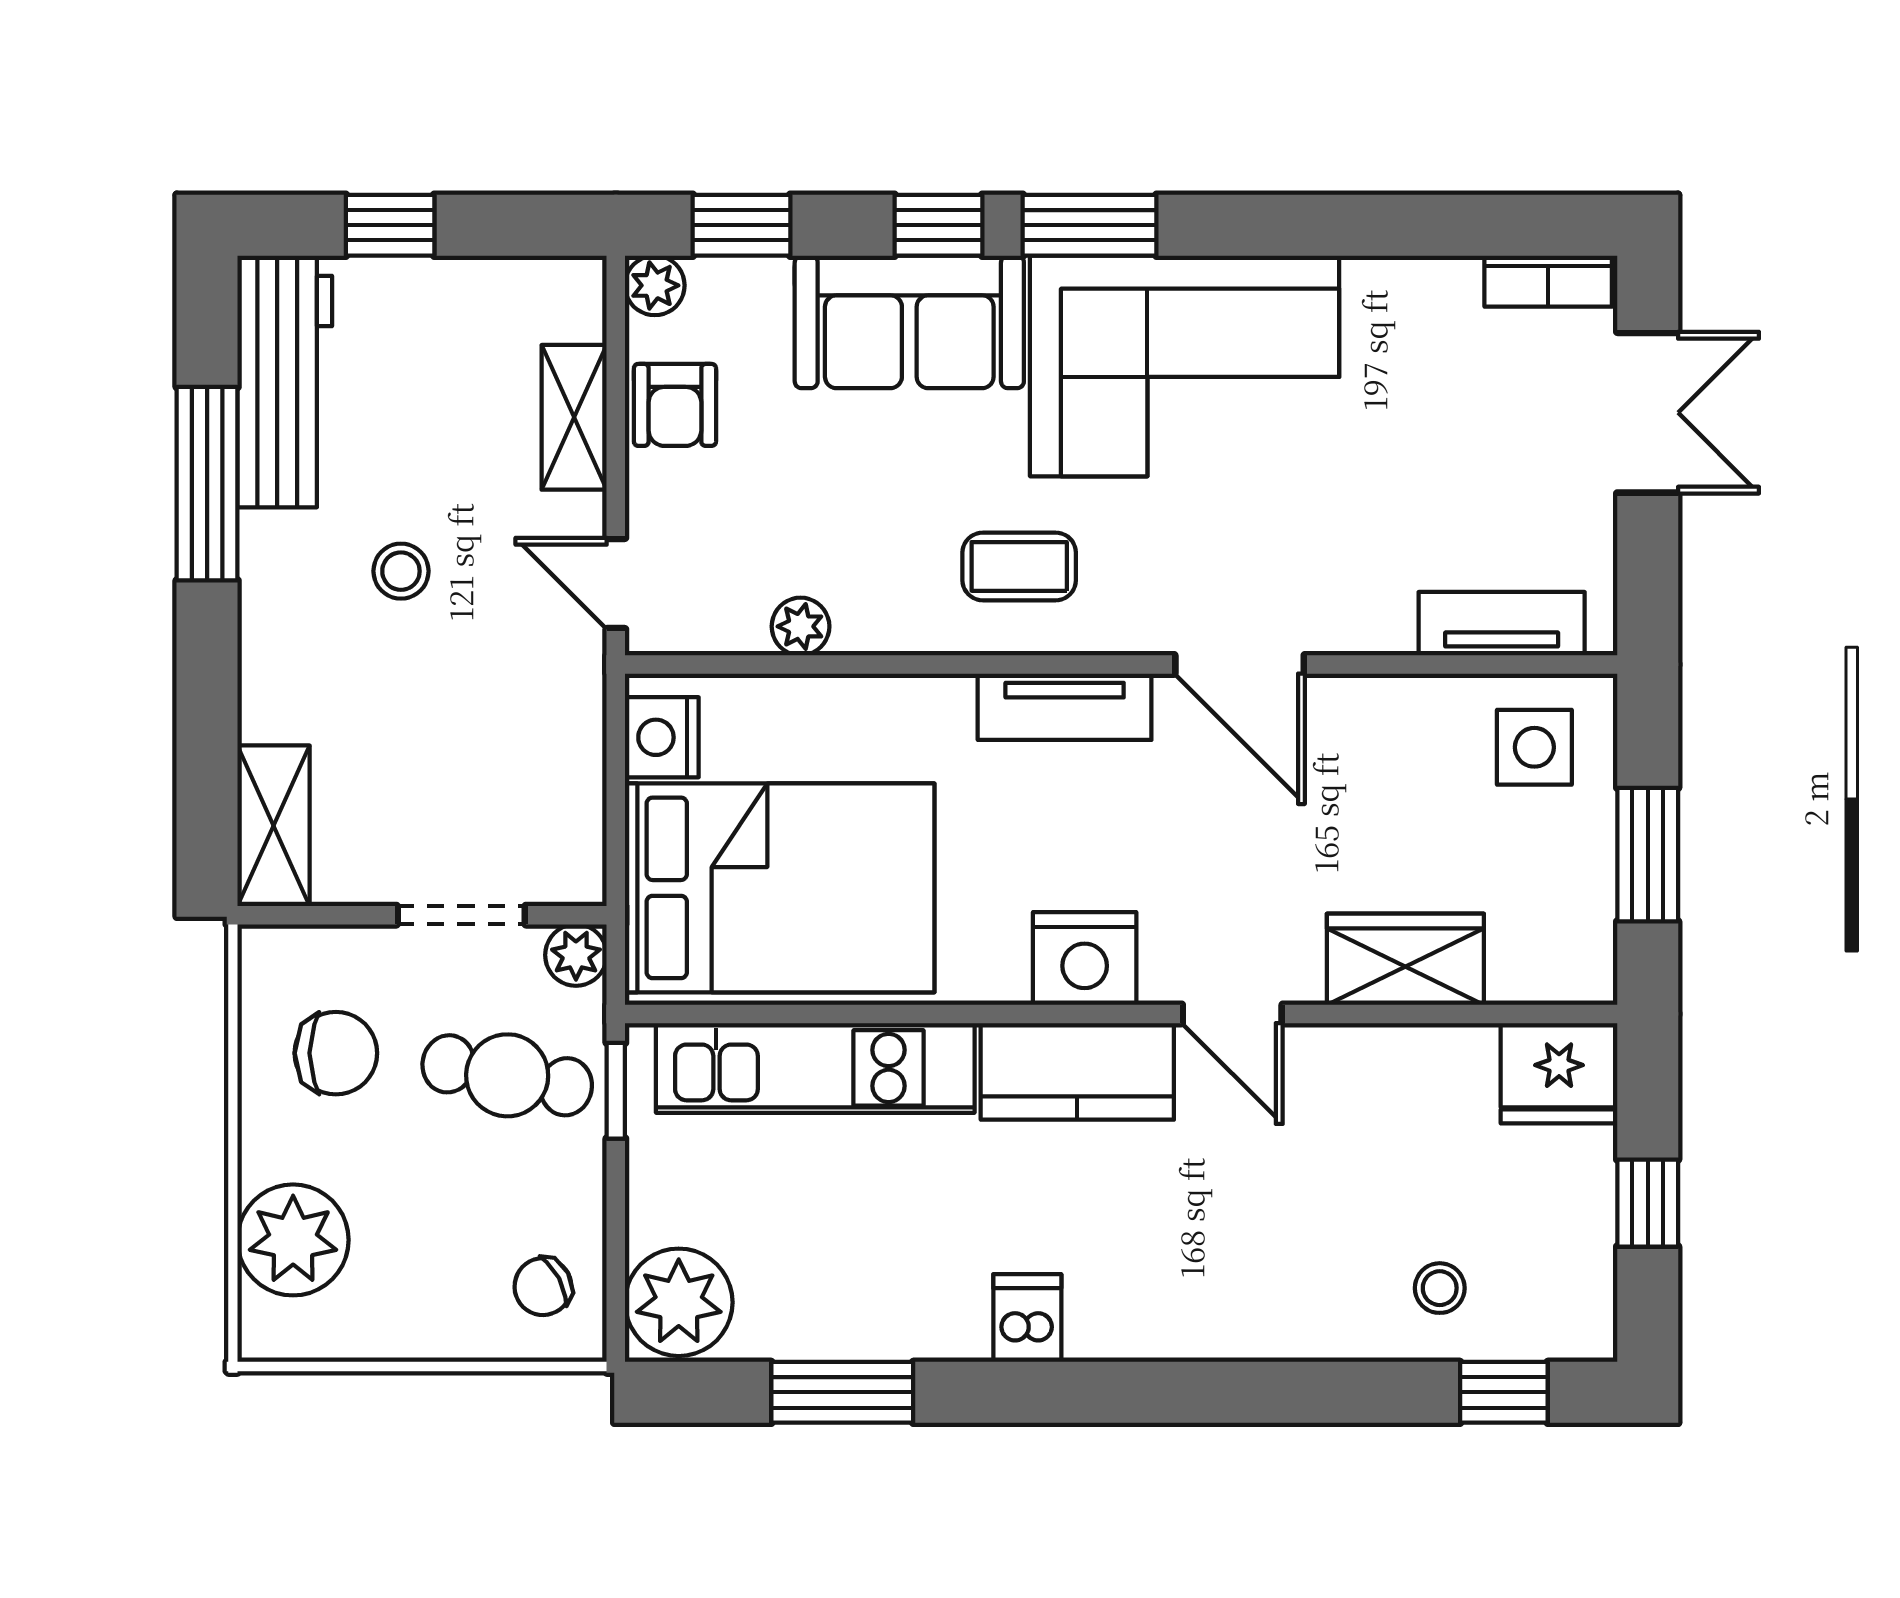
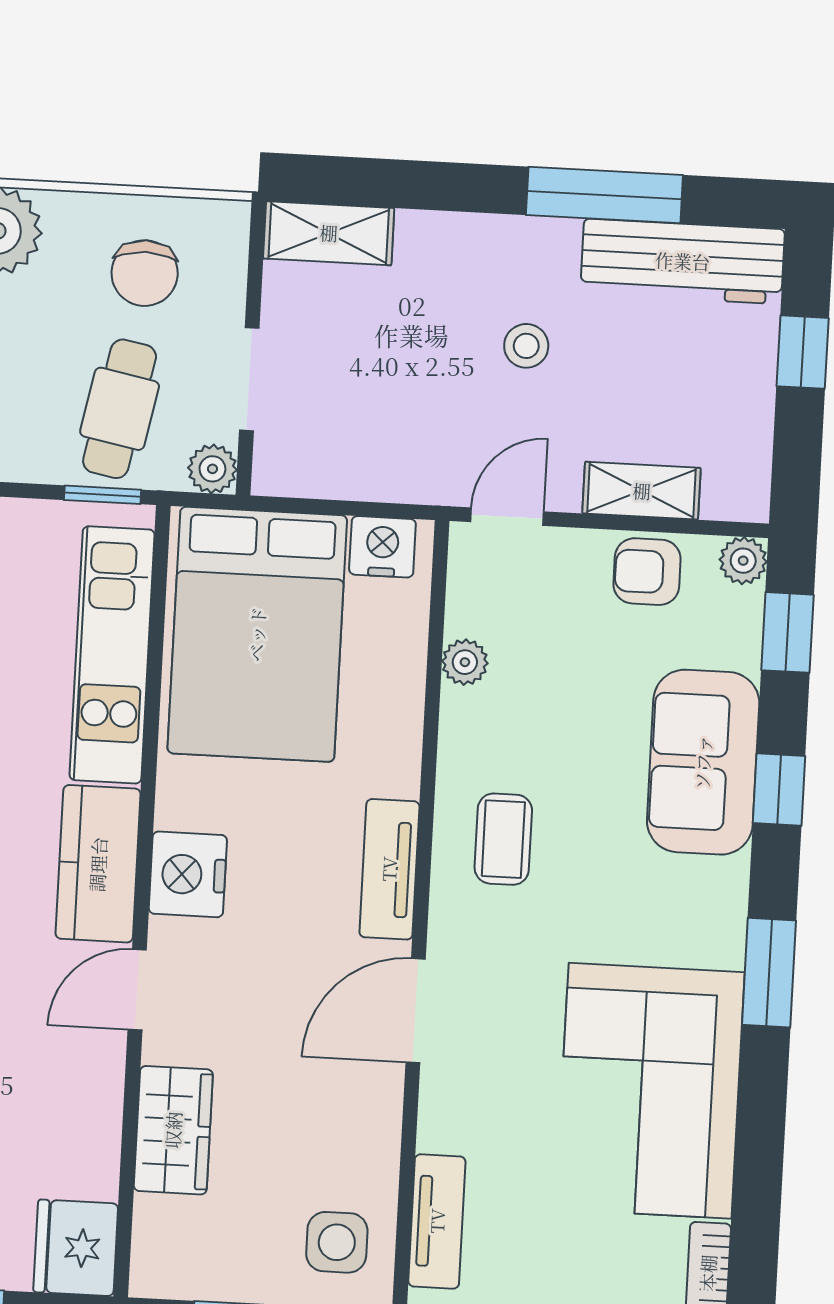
window: (1090, 225) -> (769, 973), moved
corner sofa: (1185, 366) -> (650, 1091), moved

